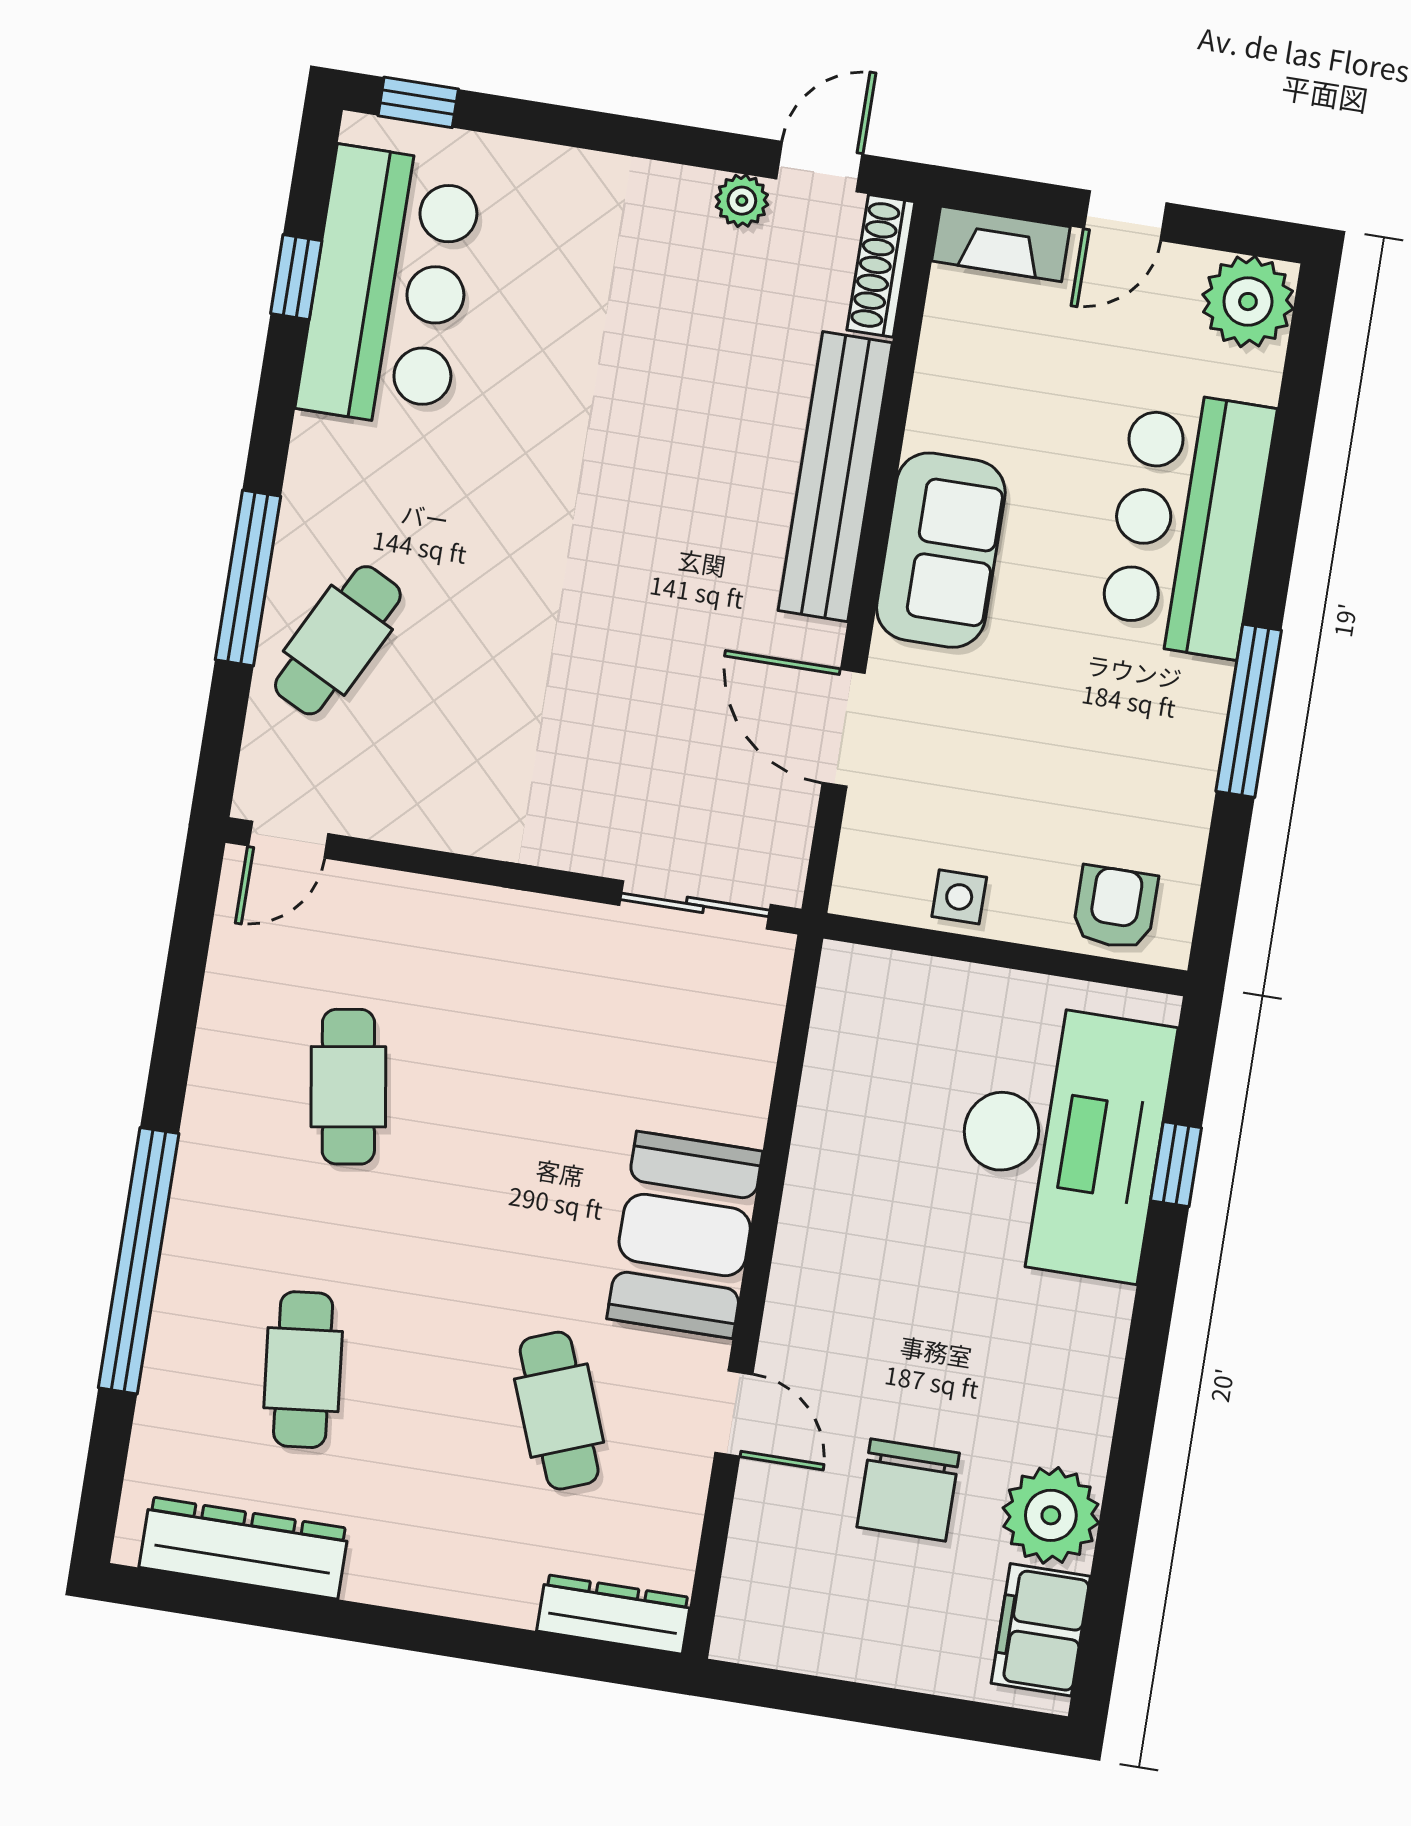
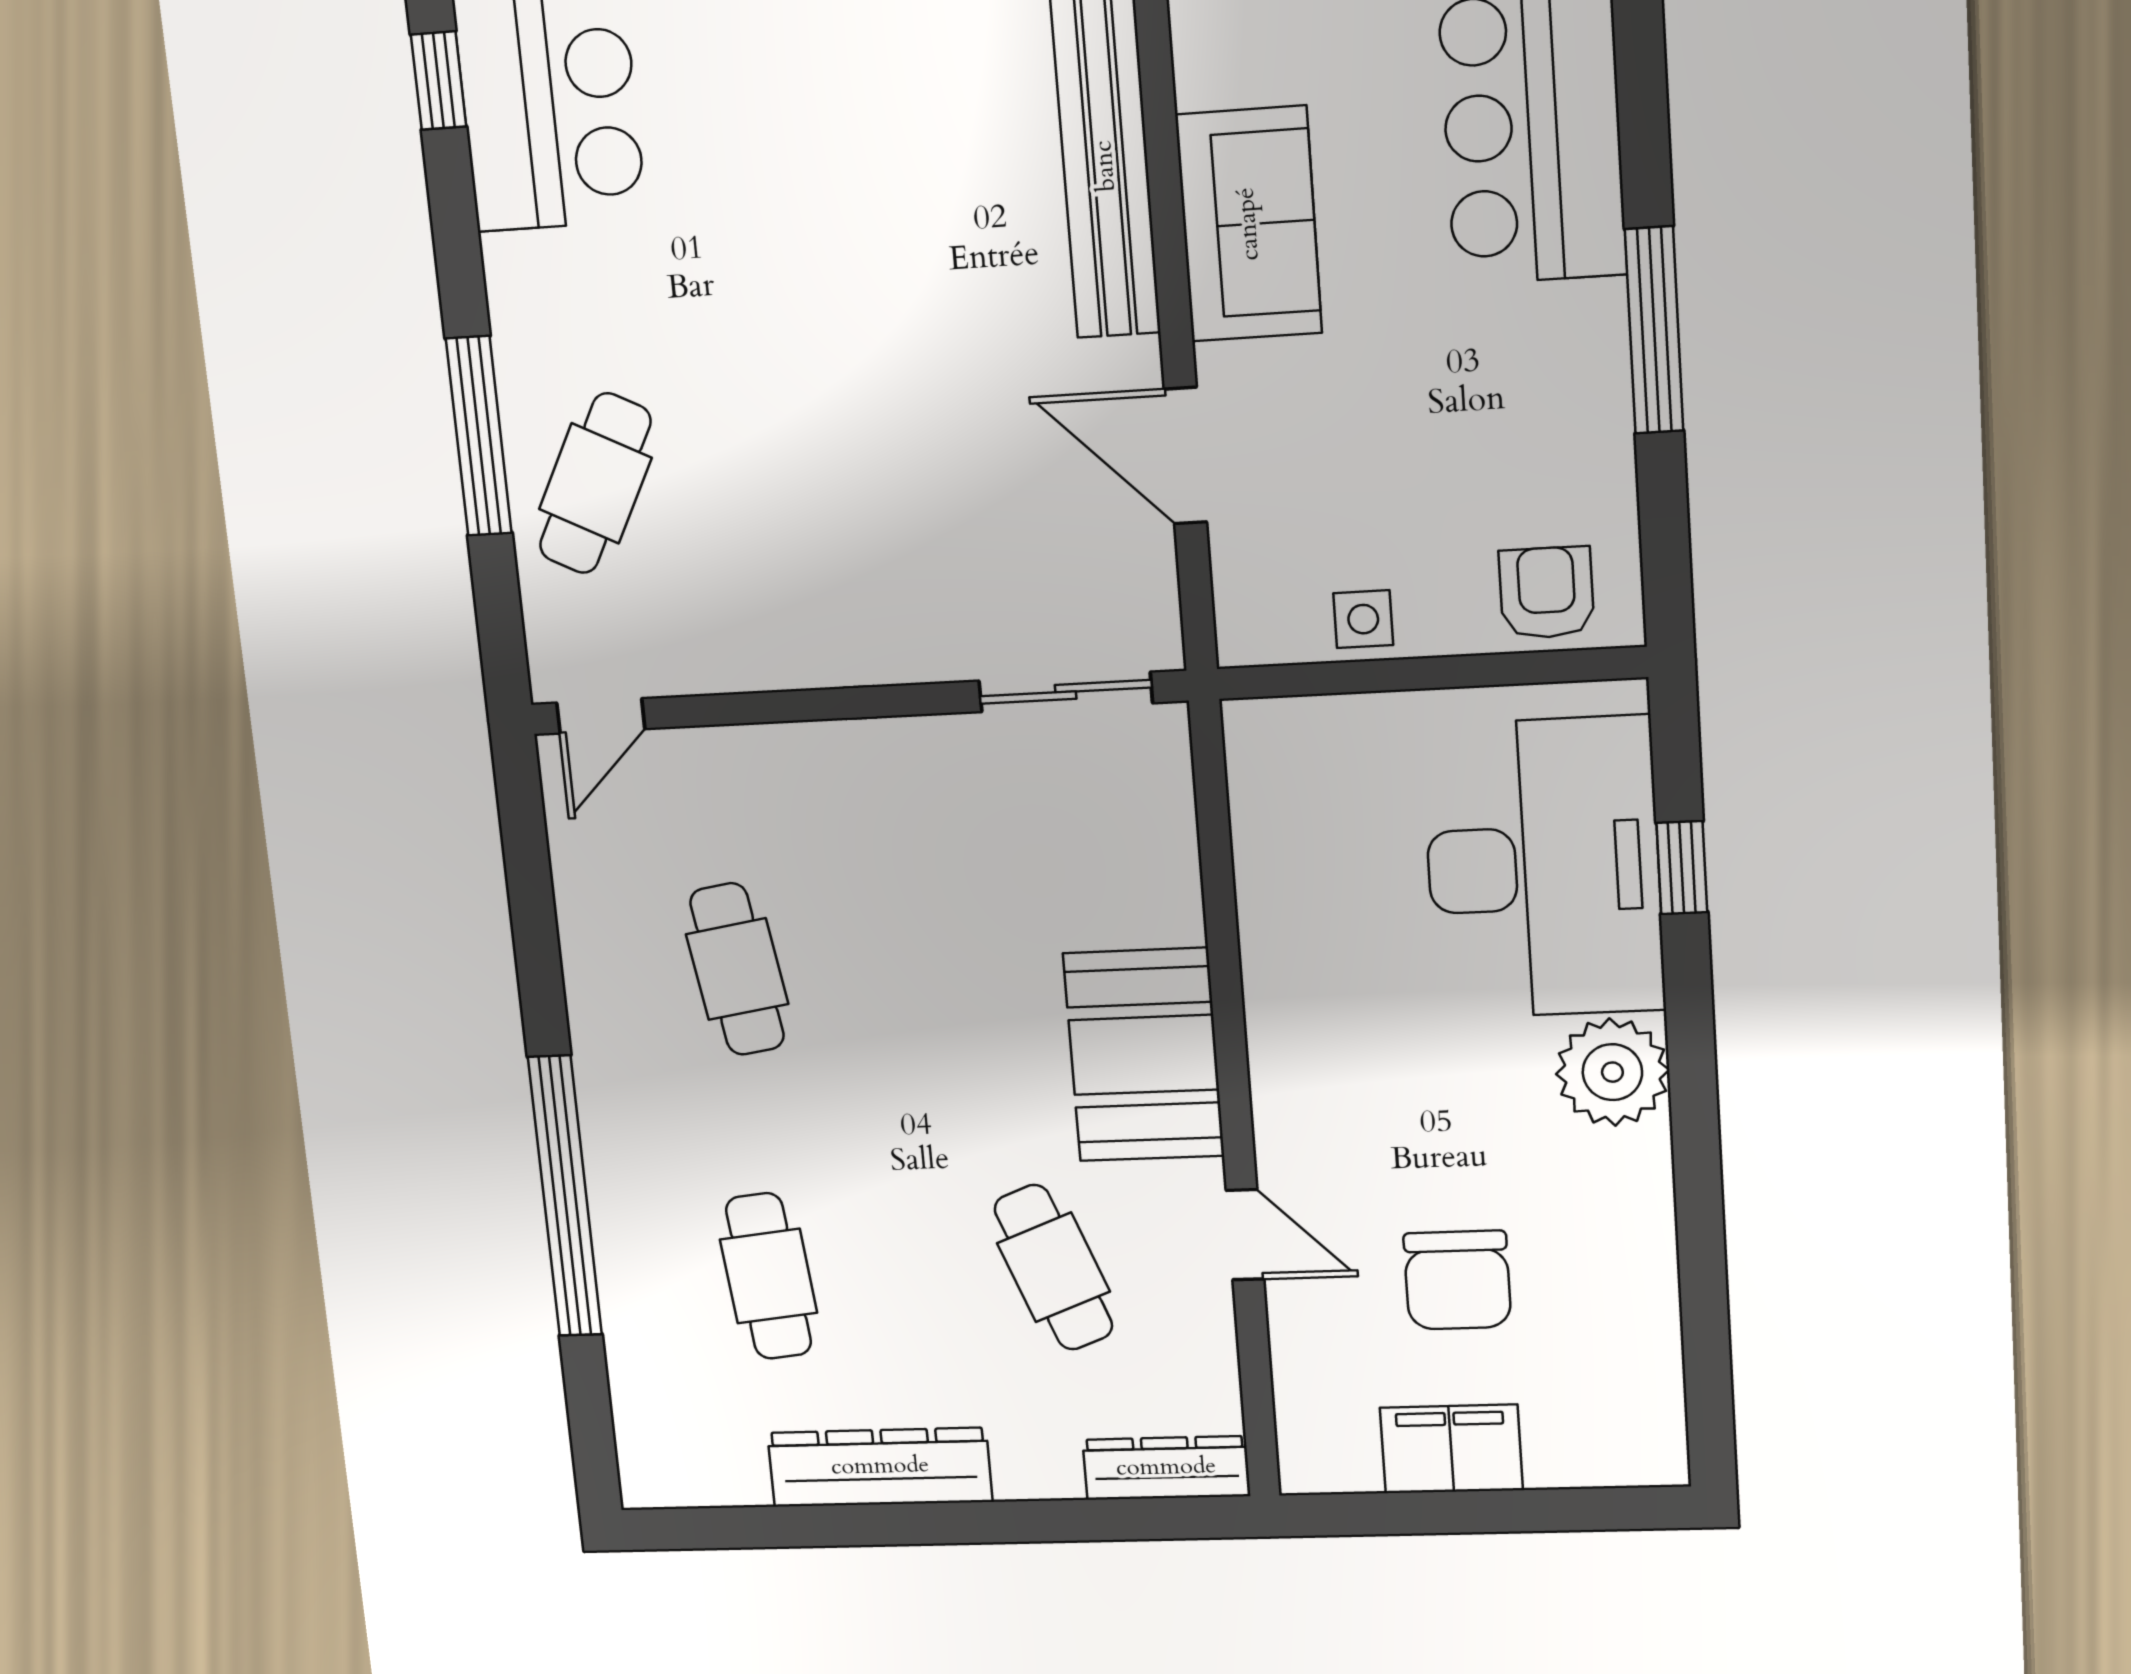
plant: (1051, 1515) -> (1612, 1072), moved
dresser: (244, 1548) -> (880, 1467), moved
filing cabinet: (1041, 1630) -> (1451, 1449), moved, turned 90

